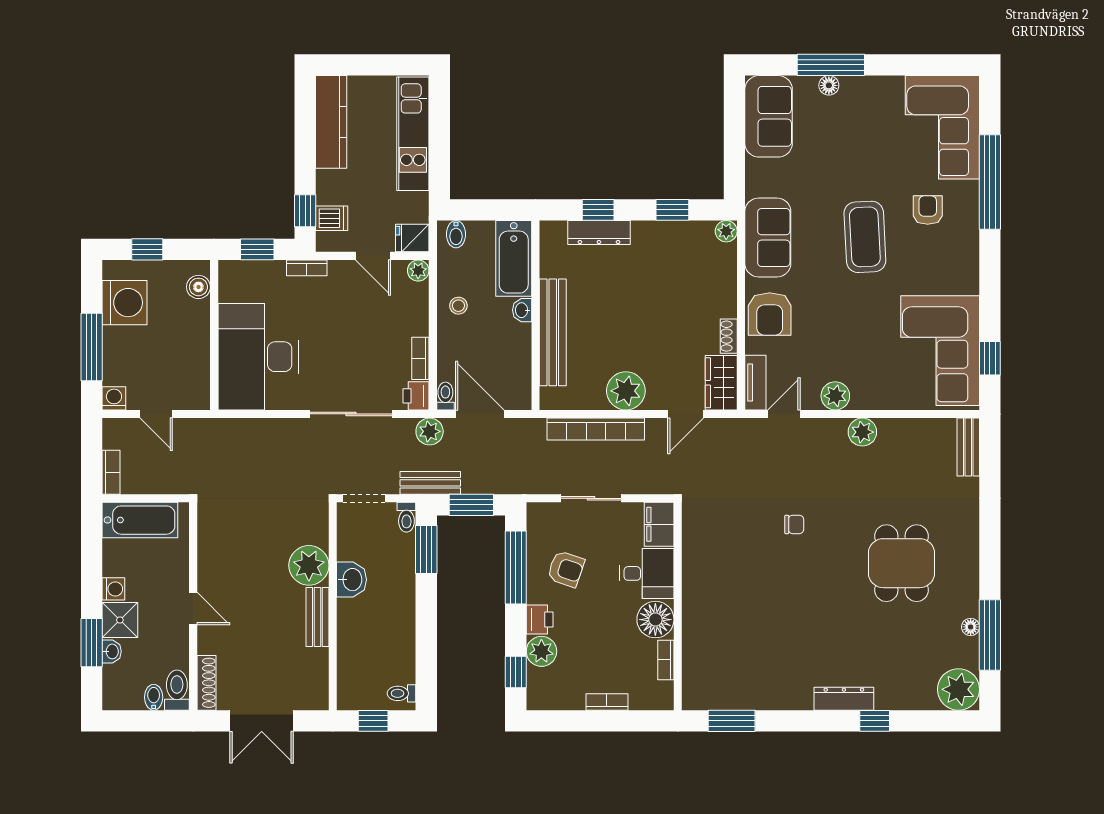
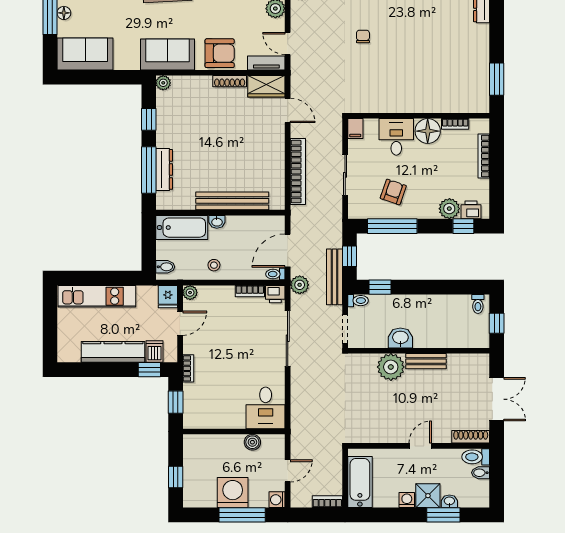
kitchen counter: (331, 122) -> (113, 352), moved
window: (598, 210) -> (149, 170), width x2.17
boiler: (198, 287) -> (252, 442), moved
washing machine: (125, 303) -> (233, 493), moved
shoe rack: (729, 336) -> (230, 81), width x1.43
desk: (258, 357) -> (266, 408), width x0.53, depth x0.77
plant: (626, 391) -> (272, 151), removed
bench: (430, 483) -> (335, 277), width x1.36
window: (471, 505) -> (350, 256), width x0.67
filing cabinet: (659, 524) -> (355, 128), width x0.50
window: (426, 550) -> (380, 287), width x0.67
printer: (540, 619) -> (471, 210), moved
bookcase: (607, 702) -> (484, 156), width x1.56

